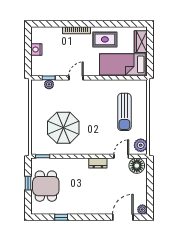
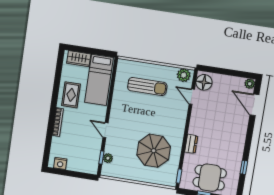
nightstand: (36, 50) -> (60, 163), moved
dresser: (98, 163) -> (191, 144), moved

